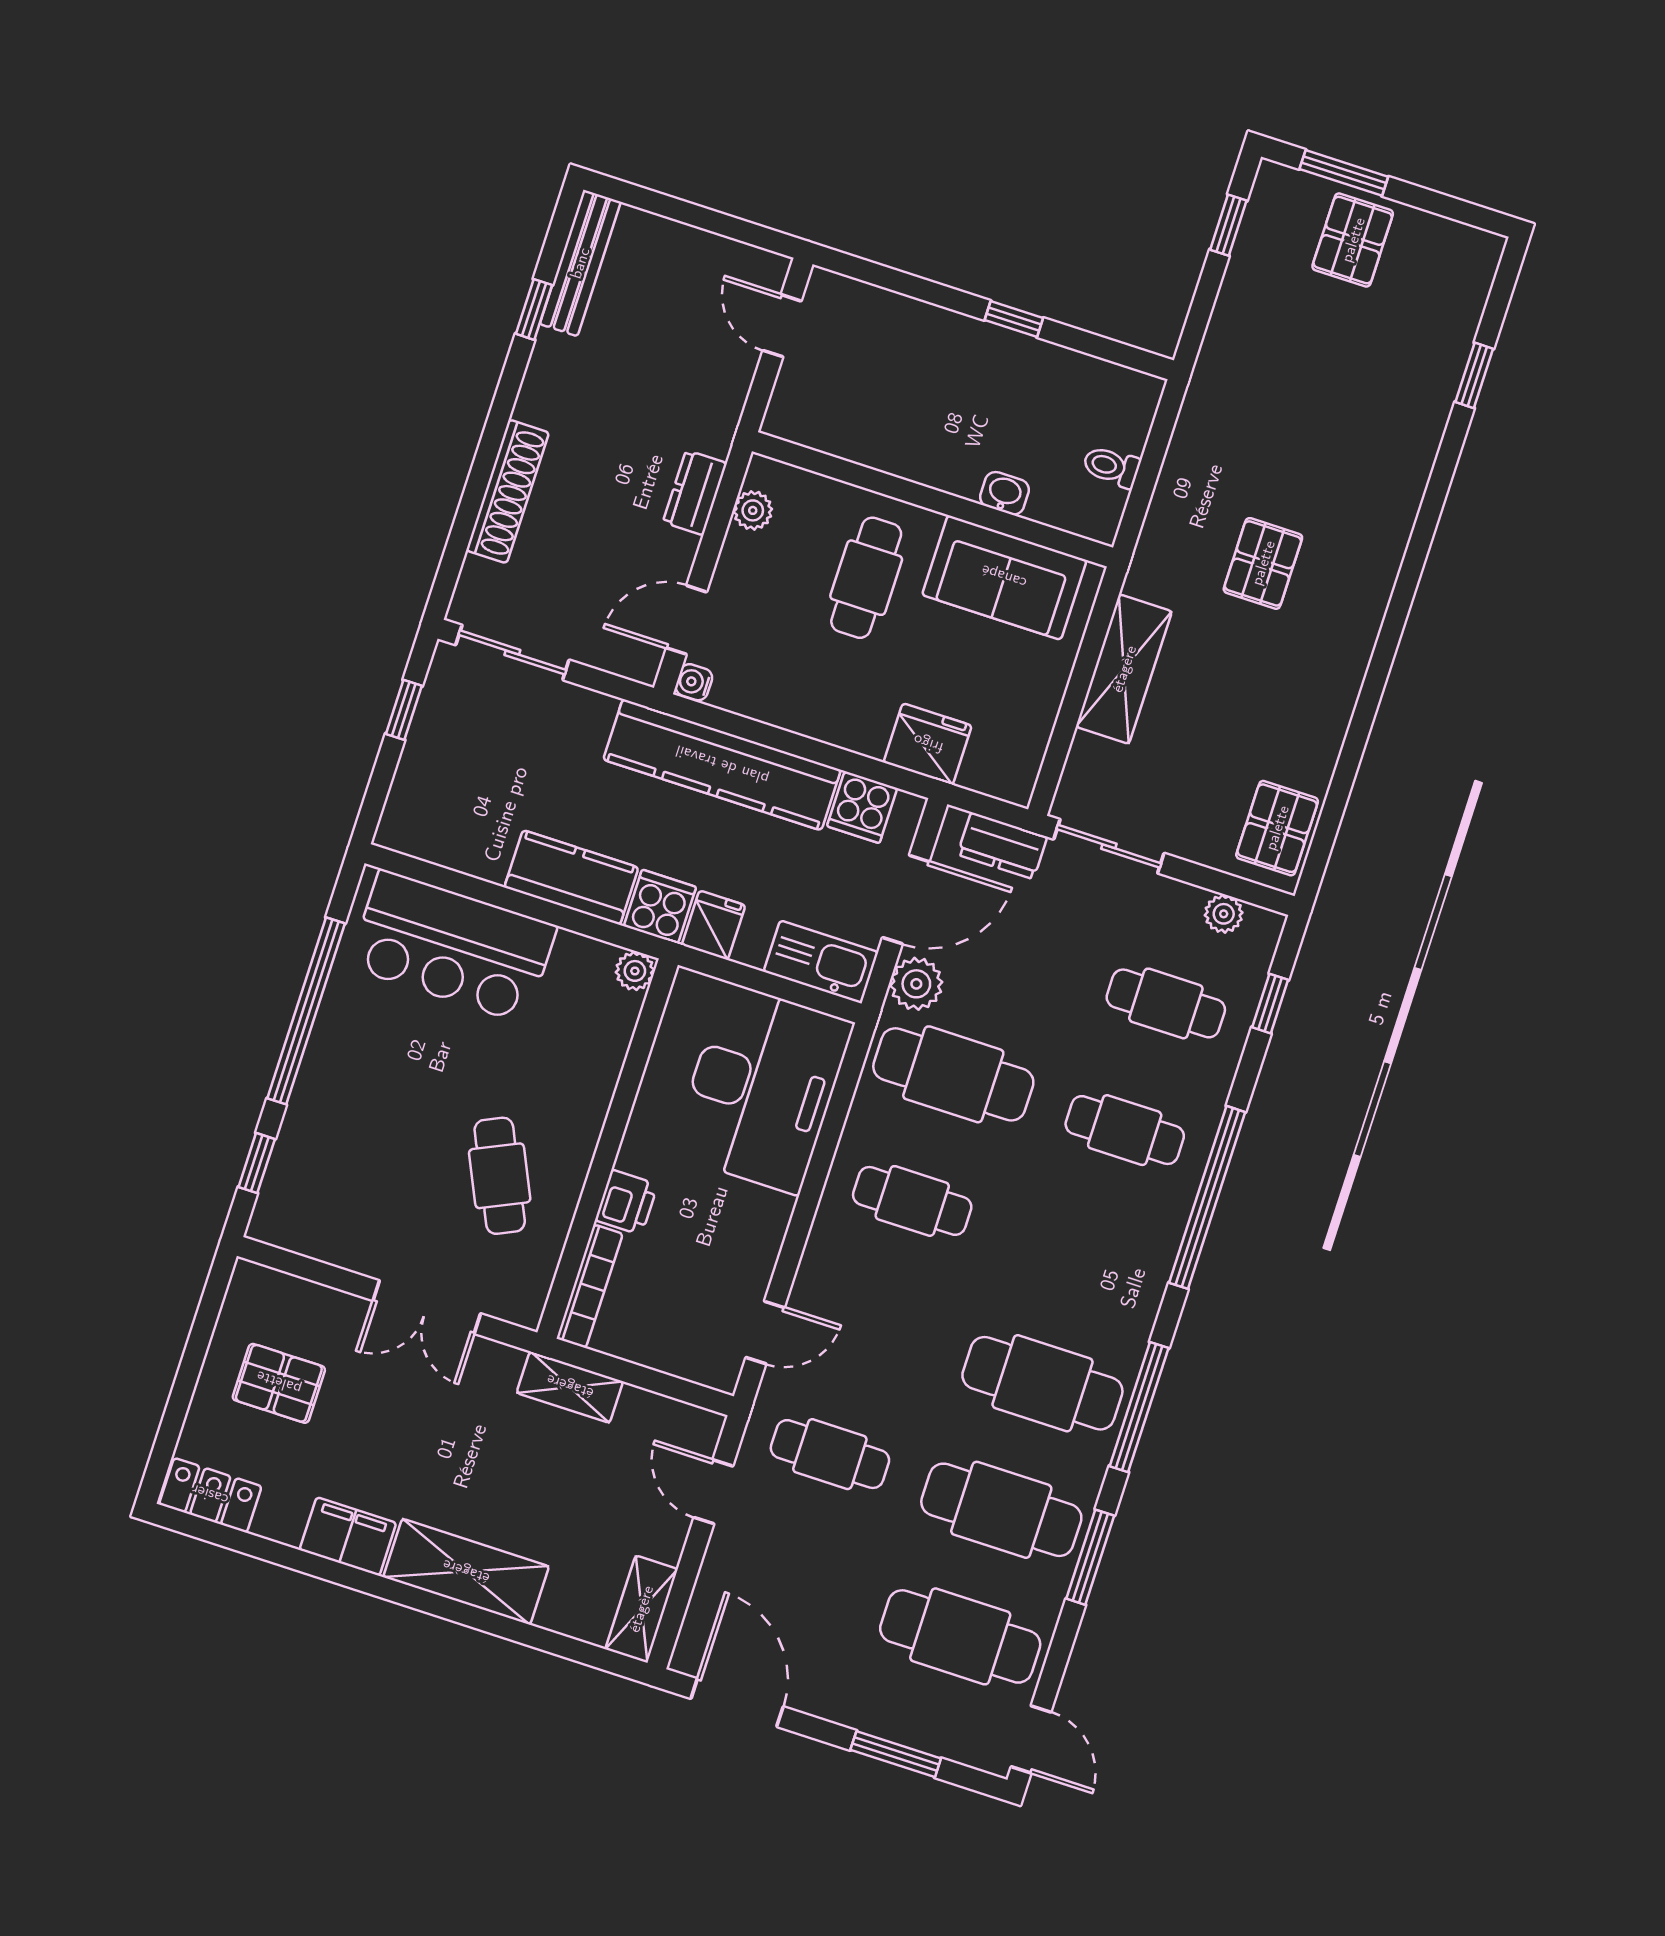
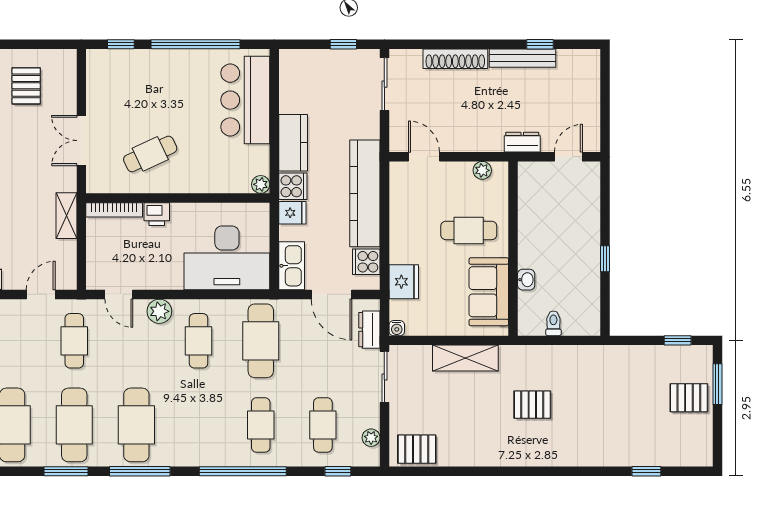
bench: (580, 263) -> (522, 58), moved
dresser: (695, 493) -> (522, 142), moved
water cooler: (694, 682) -> (397, 328), moved, turned 180
plant: (916, 984) -> (159, 311), moved

